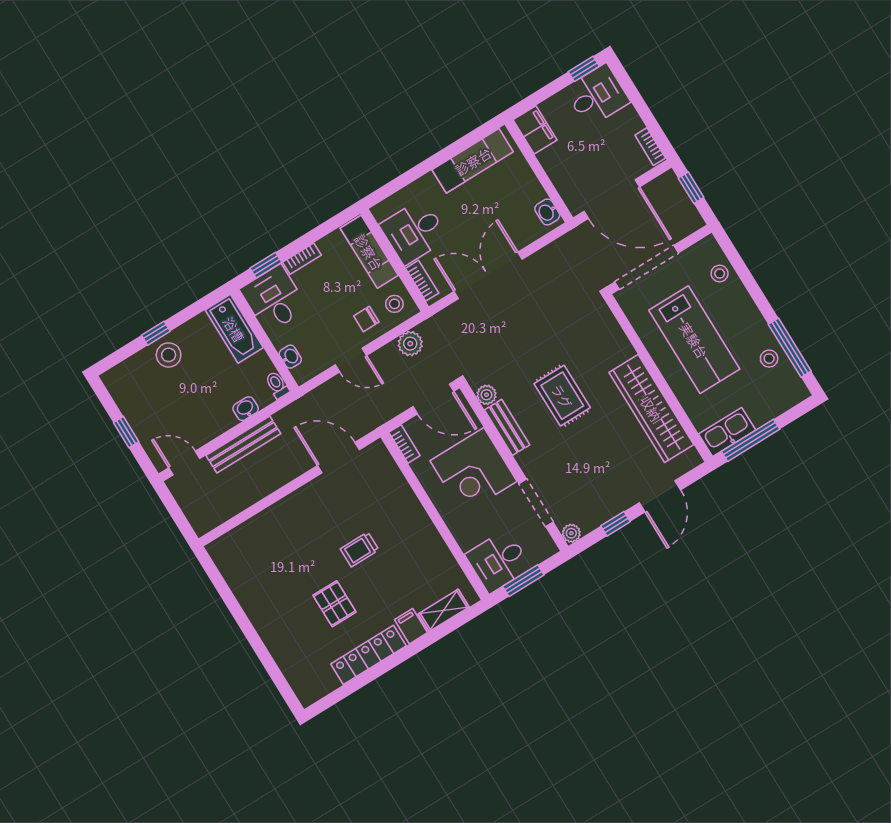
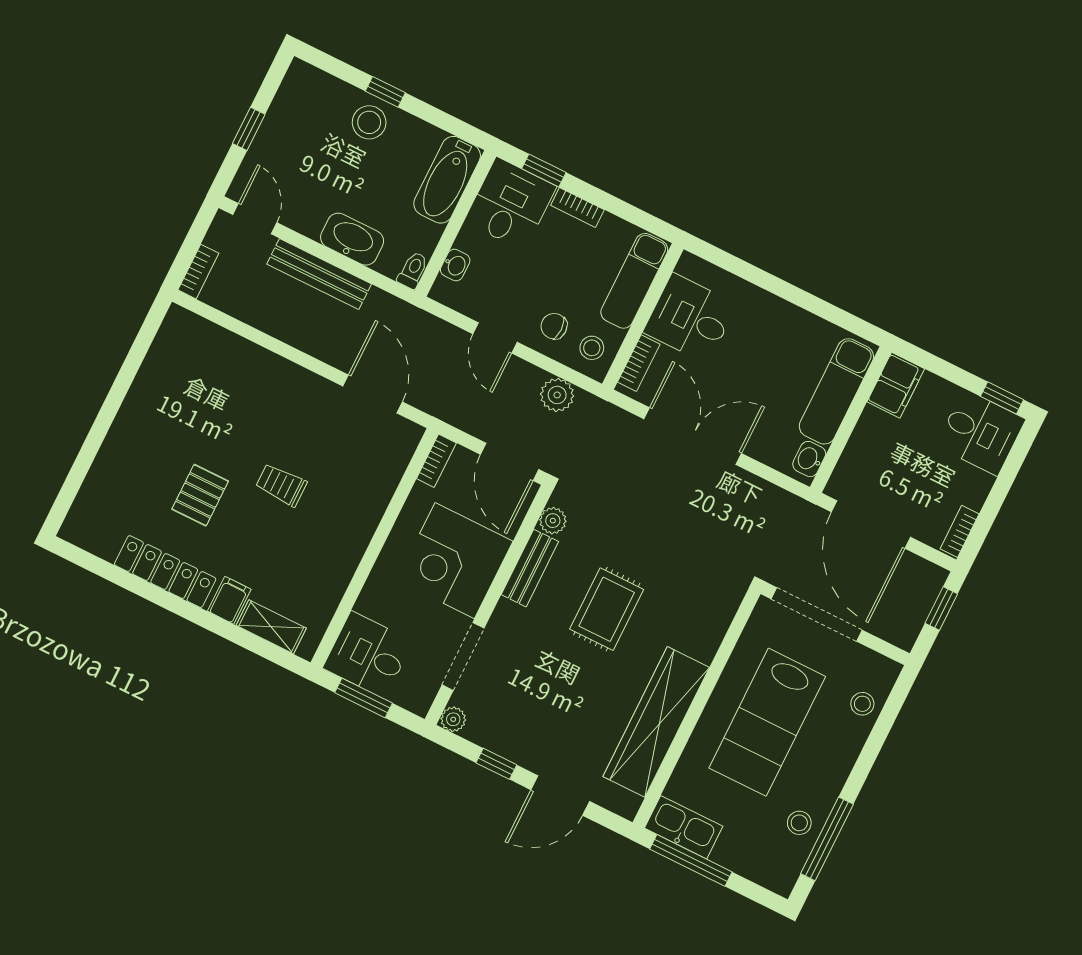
exam couch: (473, 161) -> (836, 391), moved, turned 90
washbasin: (246, 409) -> (352, 239), width x1.91, depth x1.45
bookcase: (195, 518) -> (198, 272), added

